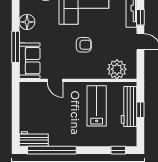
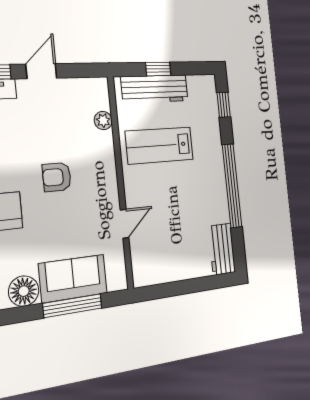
armchair: (84, 45) -> (57, 177), turned -90
sofa: (30, 61) -> (73, 278), moved
plant: (117, 69) -> (103, 121), width x0.53, depth x0.53
window: (52, 150) -> (232, 186), moved

